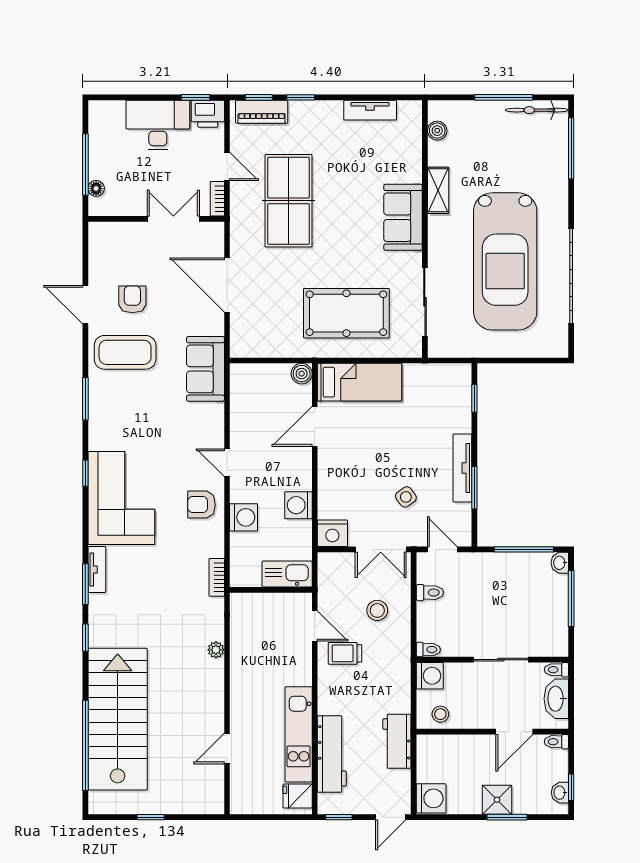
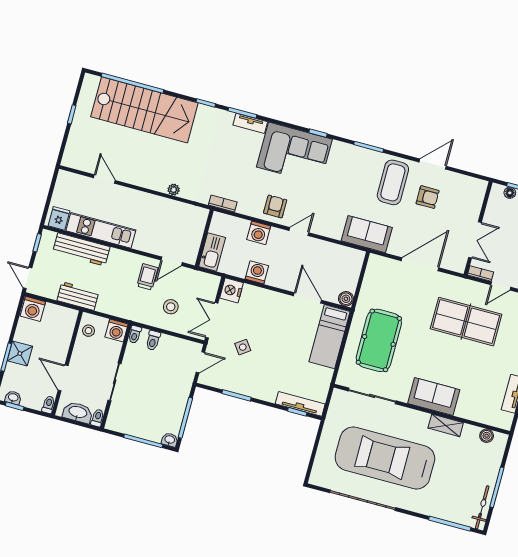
tv unit: (462, 468) -> (300, 404), moved
toilet: (430, 593) -> (153, 340), moved

